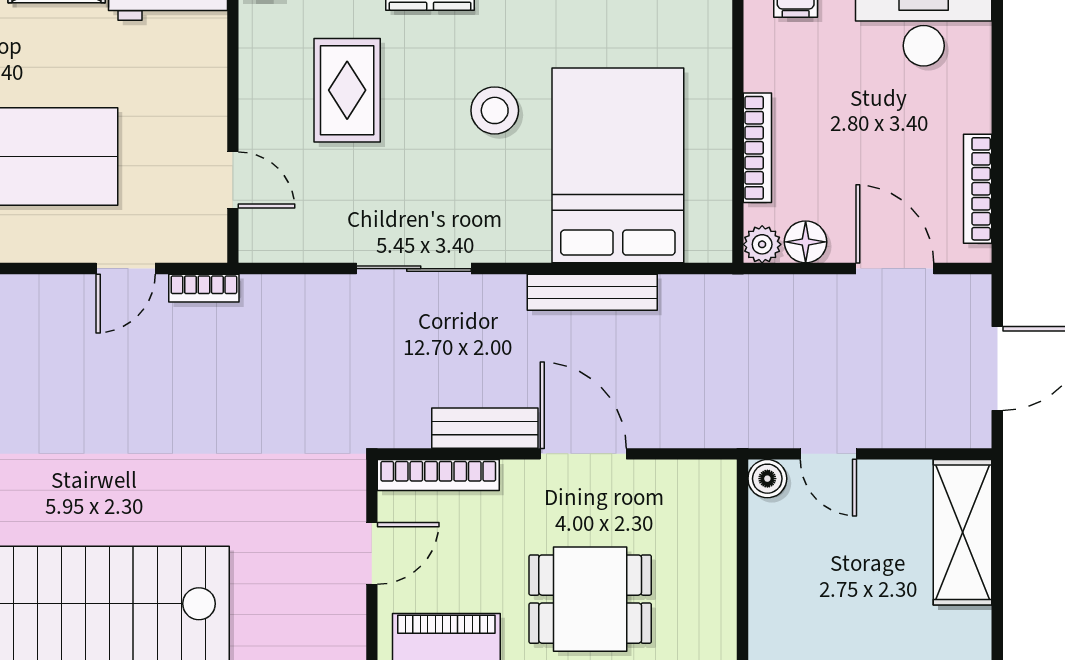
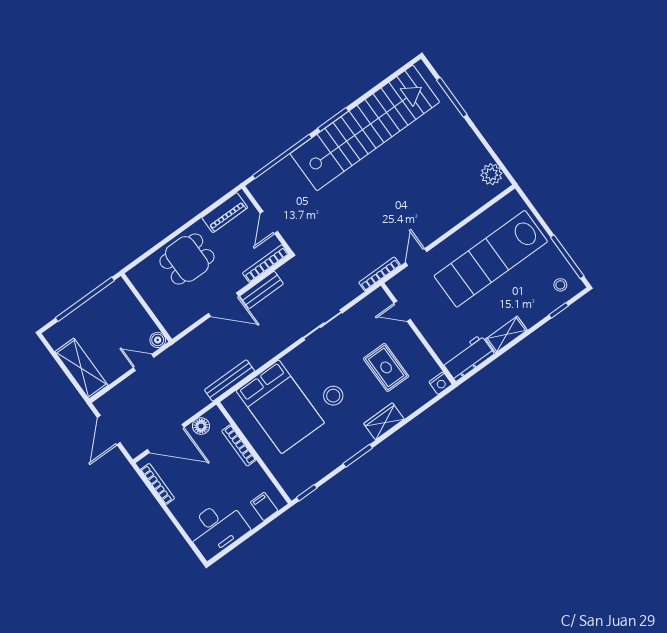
plant: (762, 244) -> (215, 415), removed
door: (895, 269) -> (166, 438), width x1.36
bookcase: (204, 288) -> (380, 274), width x1.56
bench: (592, 292) -> (230, 380), moved

